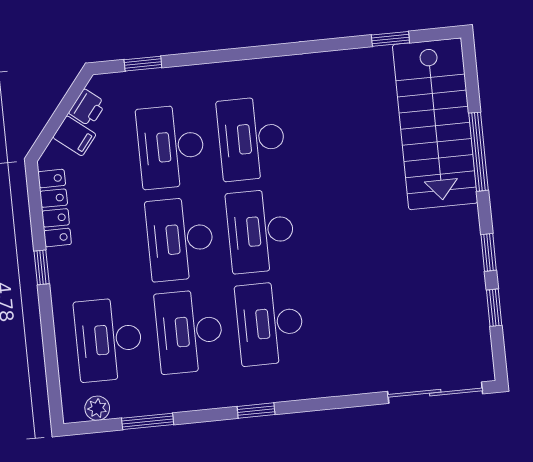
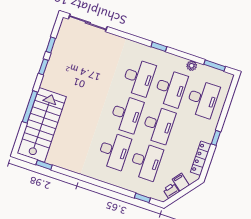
plant: (97, 408) -> (192, 66), moved
window: (148, 421) -> (215, 65), moved

